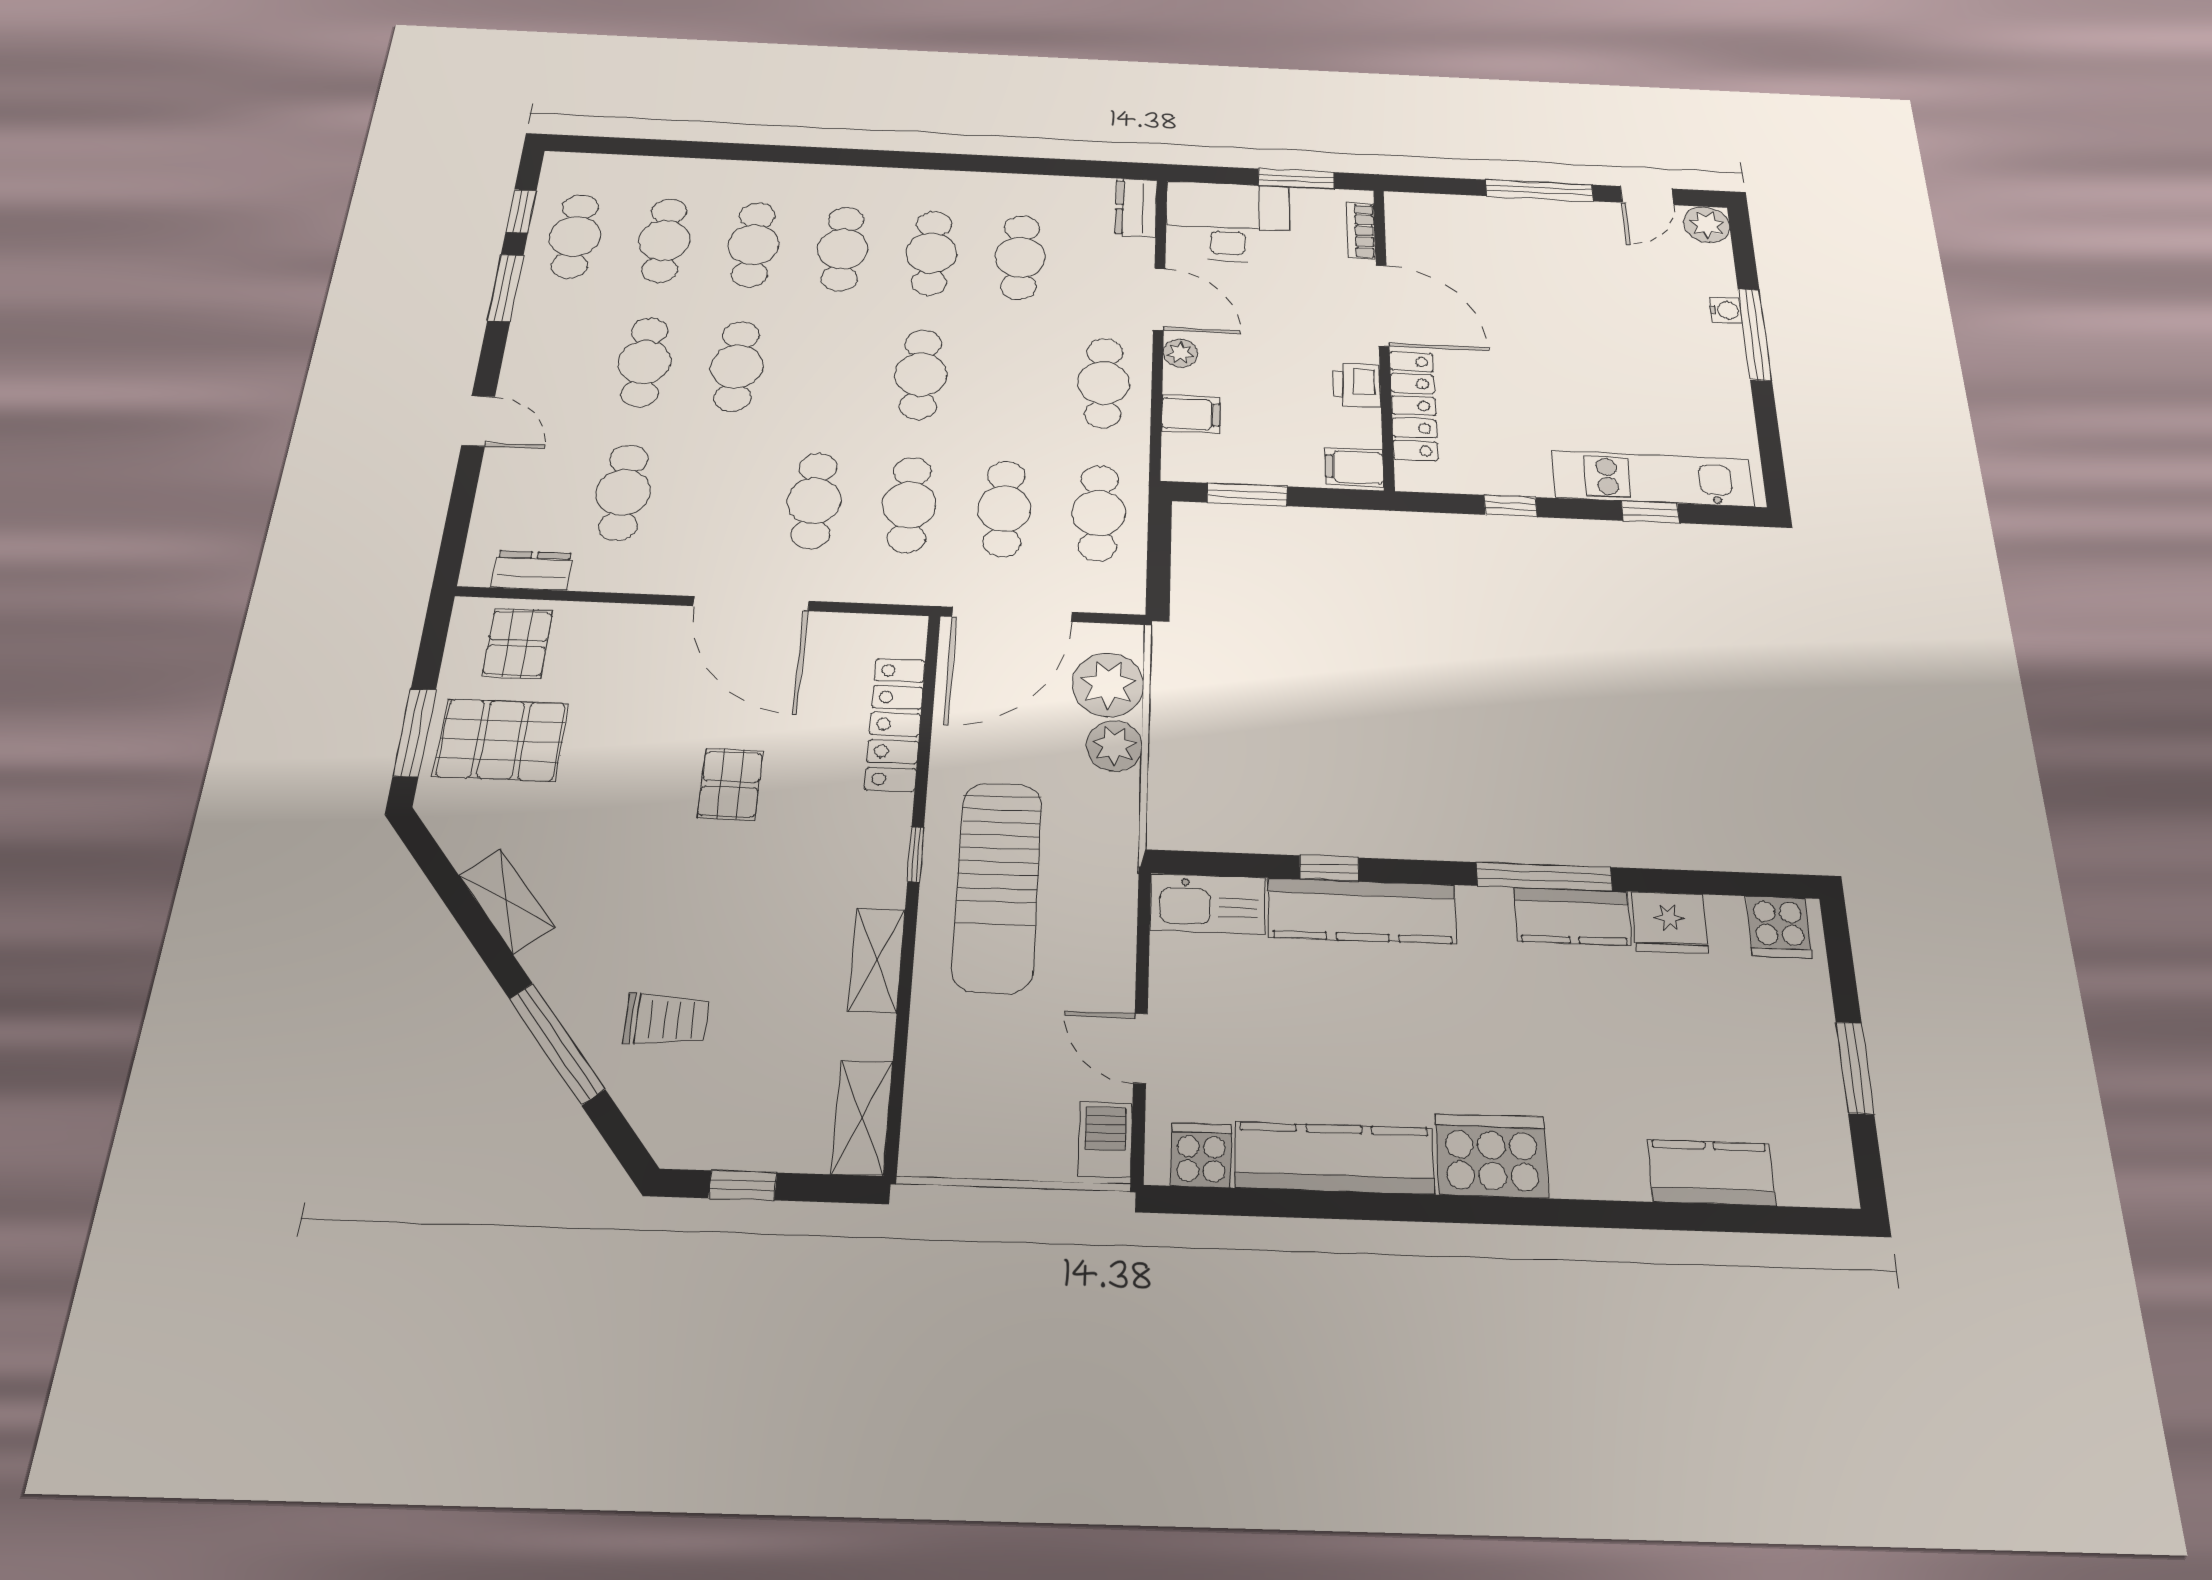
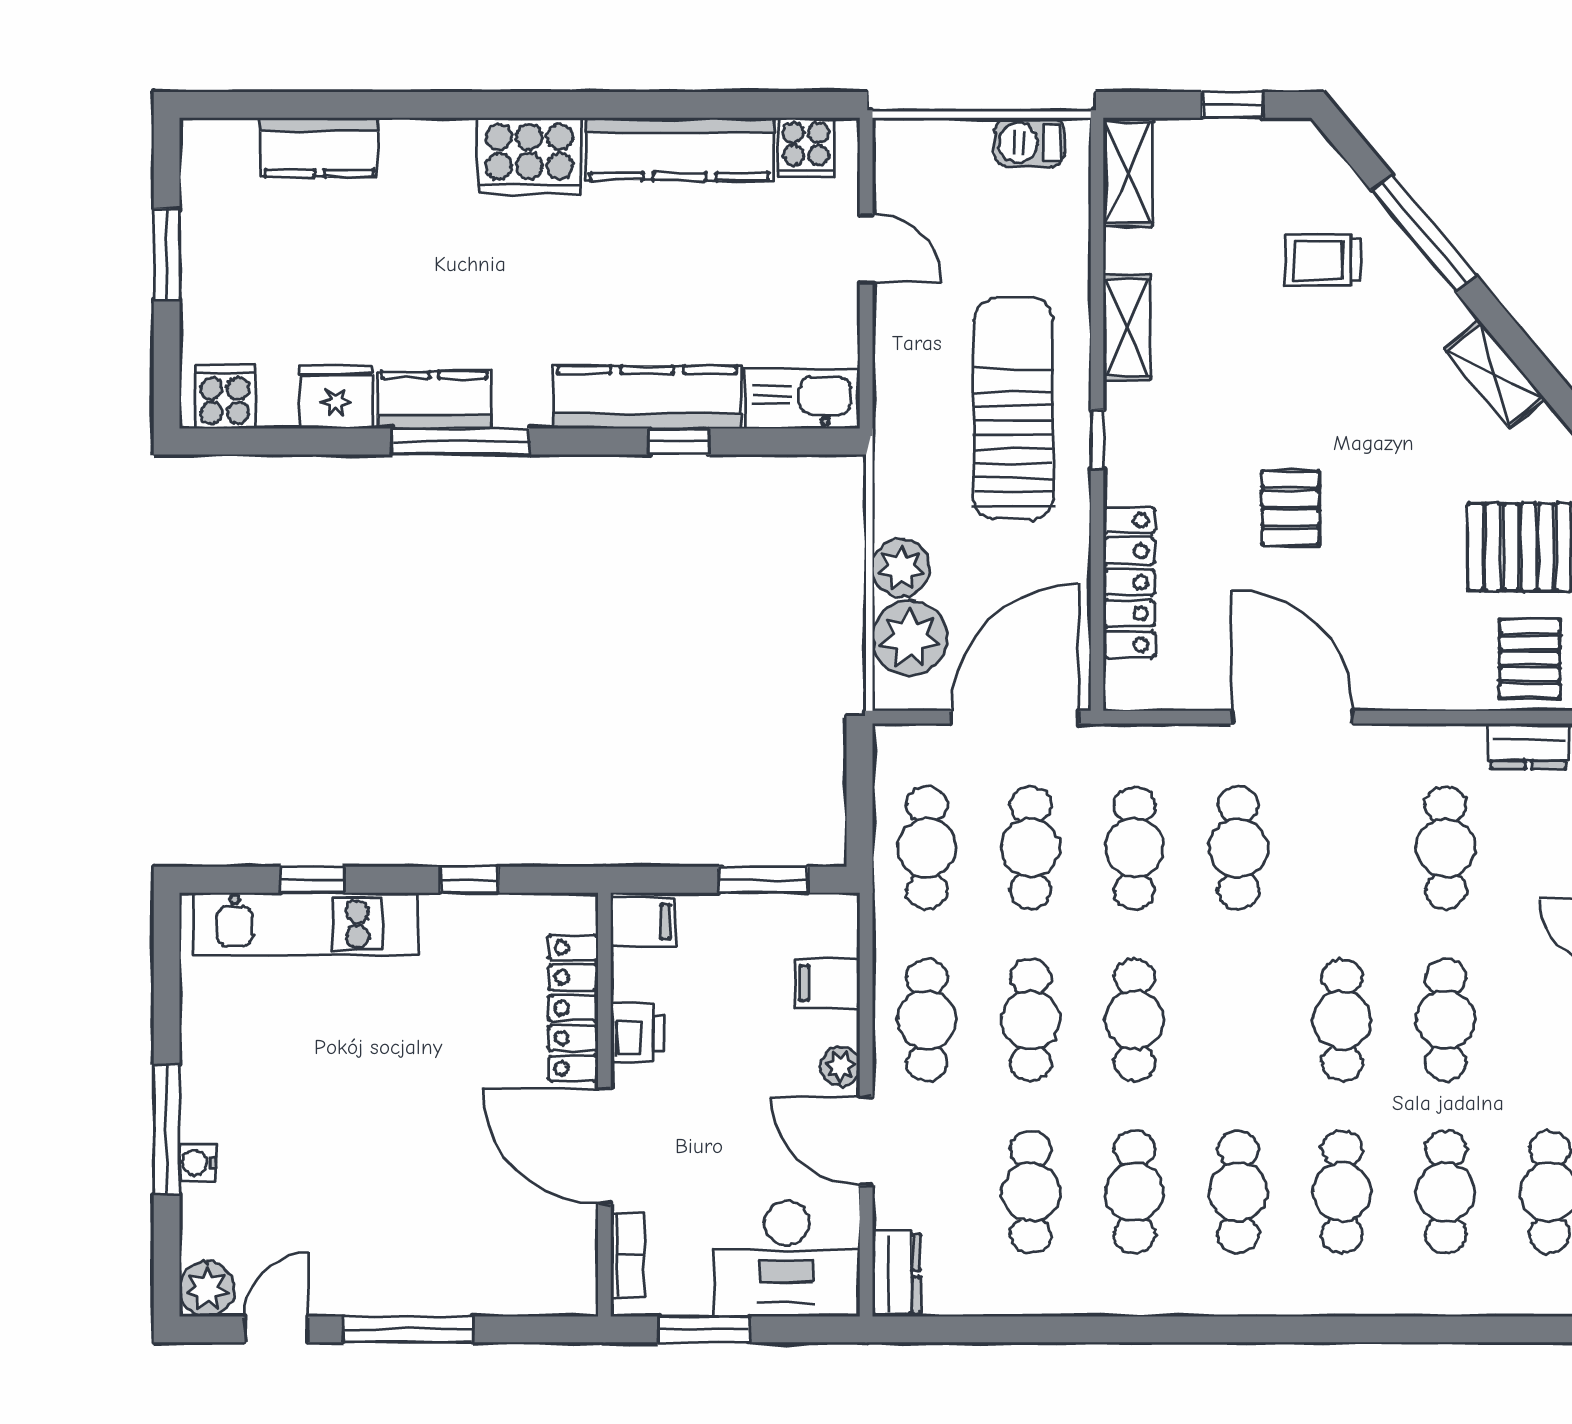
cafe table: (1012, 379) -> (1031, 1020), added
barbecue: (1105, 1140) -> (1030, 143), moved, turned 90

